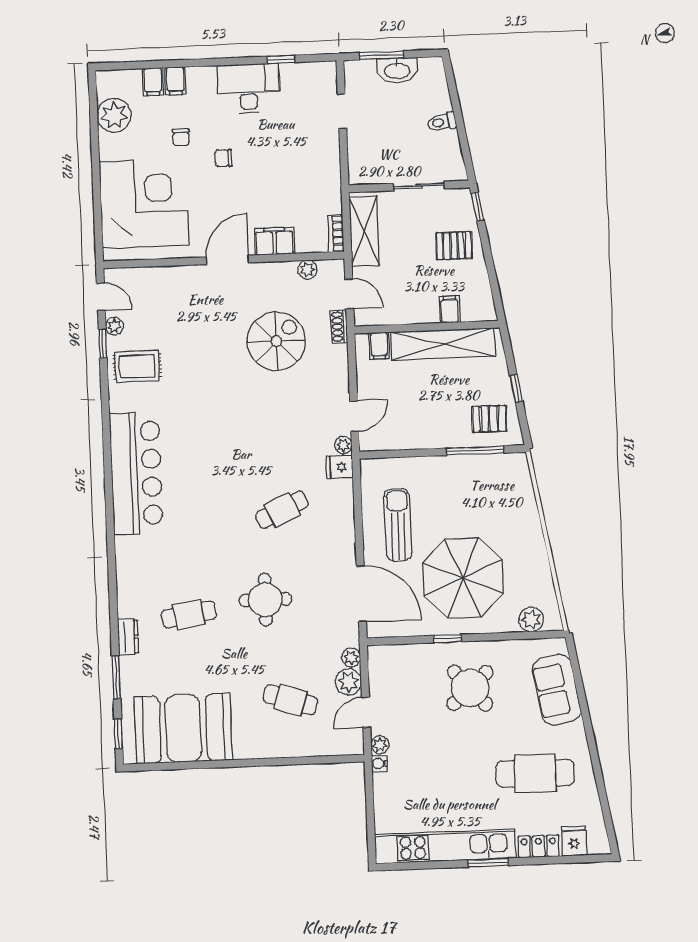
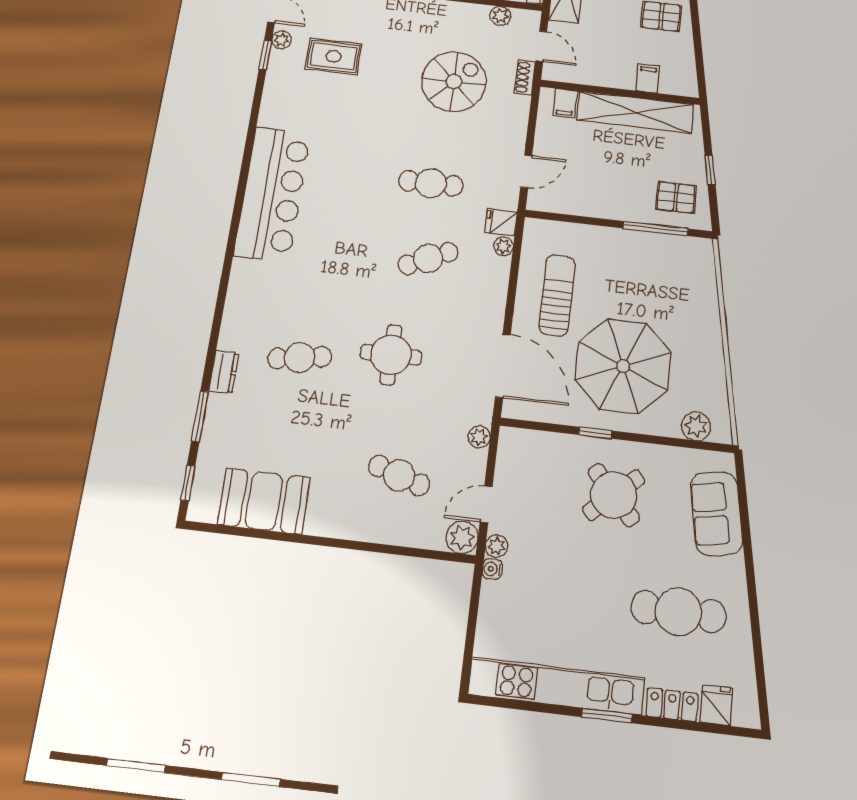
rug: (137, 366) -> (333, 56), moved
cafe table: (272, 441) -> (431, 183), added
plant: (343, 445) -> (503, 246), moved
plant: (348, 682) -> (462, 537), moved
booth: (183, 728) -> (264, 501), width x0.73, depth x0.70

